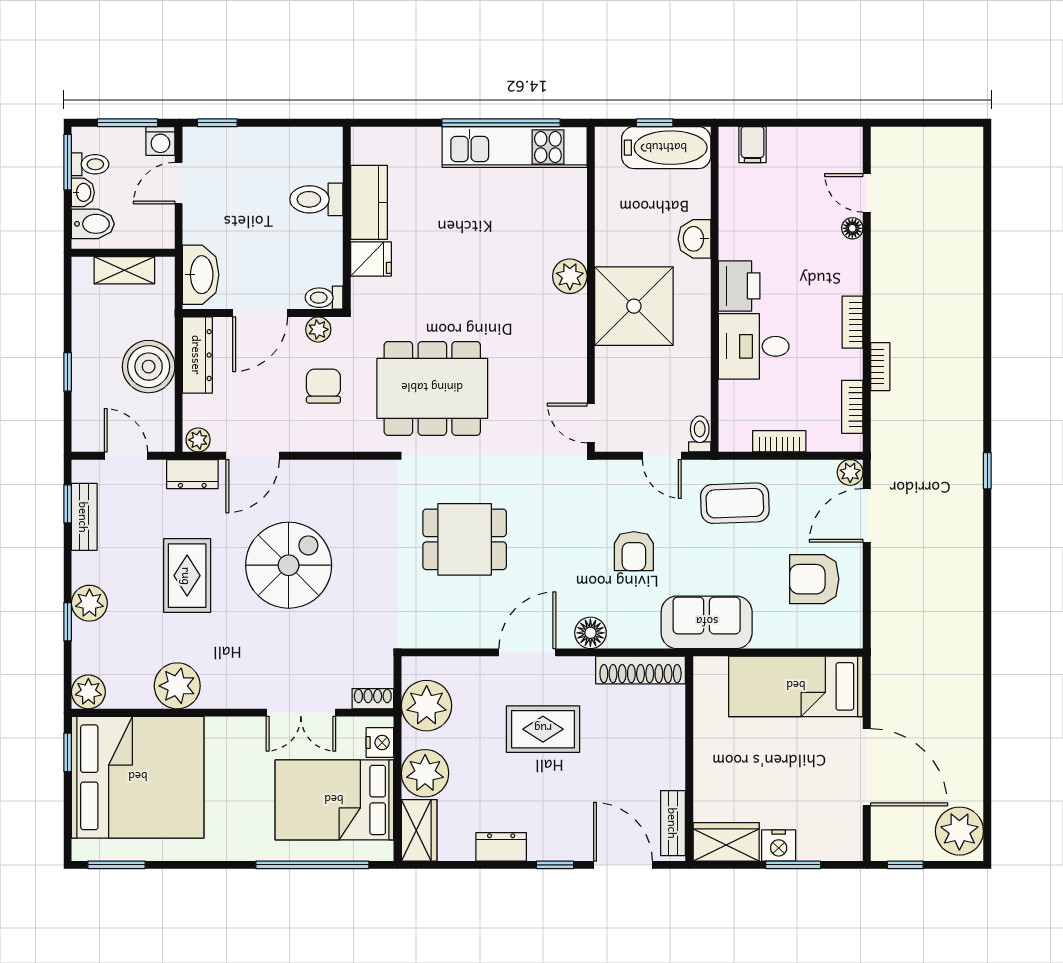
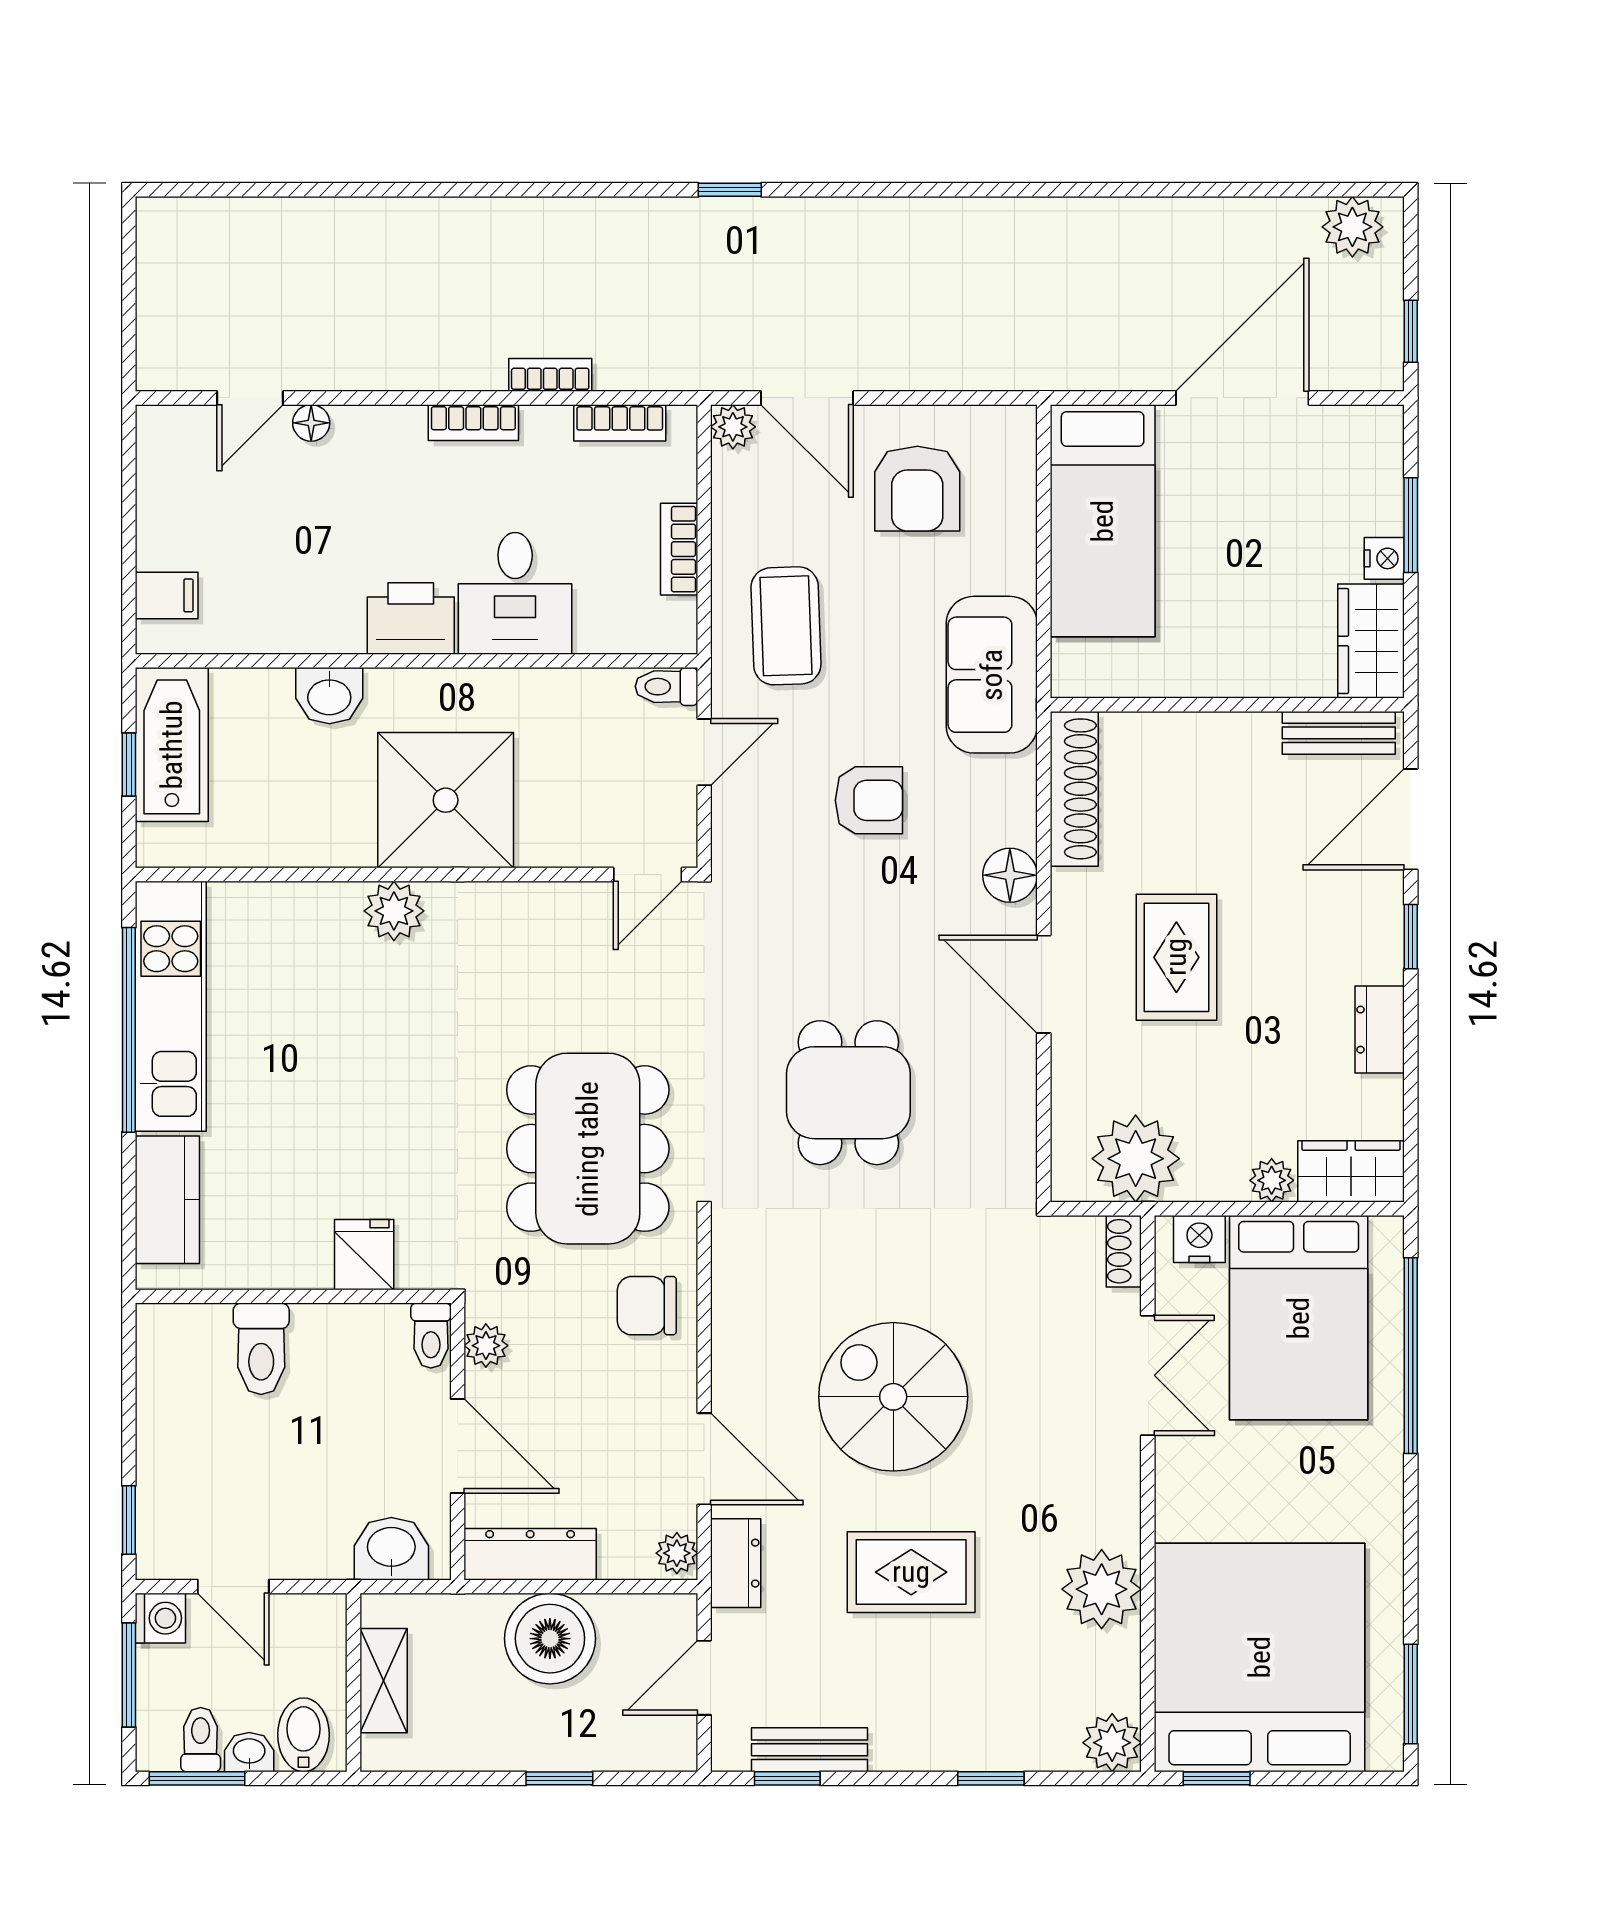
kitchen counter: (369, 202) -> (167, 1200), moved, turned 90
washbasin: (201, 275) -> (391, 1549), width x0.72
chair: (323, 386) -> (647, 1306), moved
plant: (89, 603) -> (959, 1741), removed
plant: (425, 773) -> (1272, 1180), width x0.53, depth x0.53
plant: (959, 831) -> (1352, 227), width x0.73, depth x0.73
nightstand: (779, 845) -> (1384, 558), width x0.72, depth x0.74

